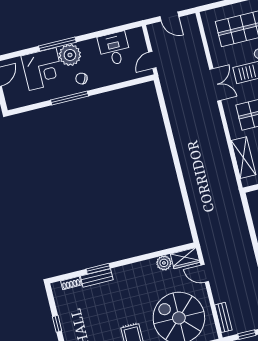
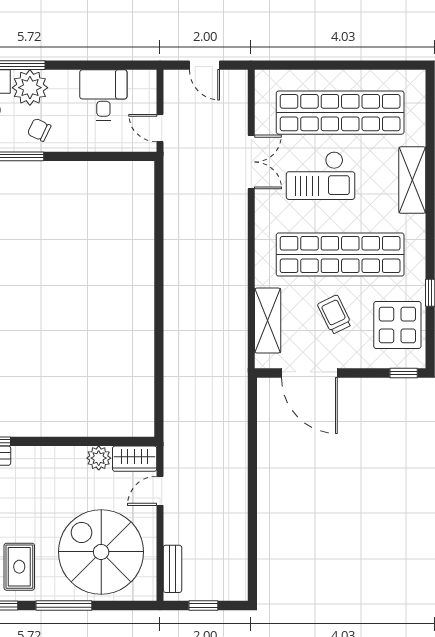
door: (152, 60) -> (160, 128), hinge flipped
double door: (215, 85) -> (251, 162), moved
door: (205, 273) -> (160, 491), hinge flipped

